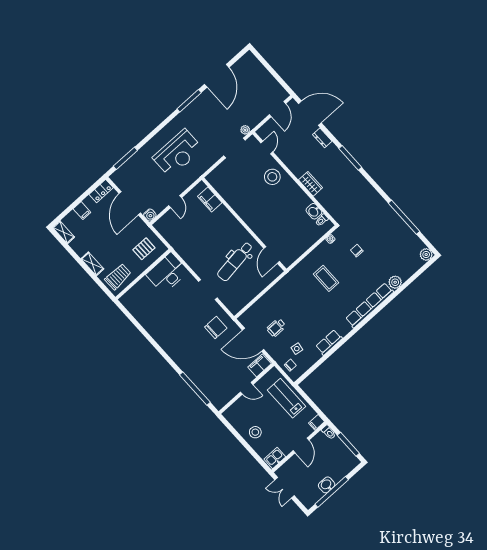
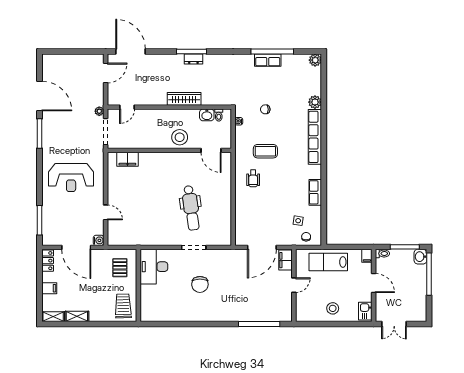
door: (278, 109) -> (106, 73), hinge flipped
door: (310, 113) -> (131, 51), hinge flipped
dresser: (322, 138) -> (193, 59), moved
door: (267, 147) -> (127, 107), swing flipped
reception desk: (178, 153) -> (71, 178), turned 90
stool: (272, 177) -> (180, 137), moved
wardrobe: (311, 184) -> (184, 99), width x1.50
filing cabinet: (210, 199) -> (127, 159), moved
row of seats: (395, 220) -> (268, 60), added
wall: (244, 224) -> (169, 150), moved
door: (272, 255) -> (211, 150), moved
shelving: (92, 264) -> (77, 316), moved
chair: (216, 328) -> (200, 284), moved, turned 180
wheelchair: (276, 328) -> (253, 178), moved
washbasin: (327, 485) -> (420, 257), moved
window: (332, 492) -> (429, 274), moved

